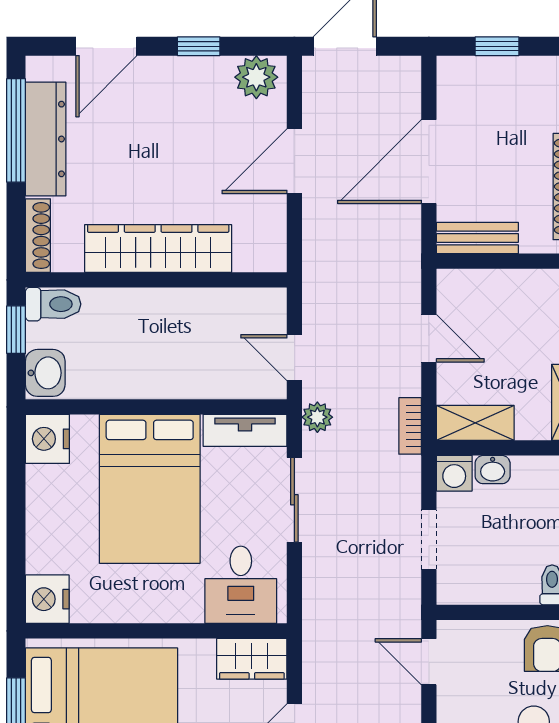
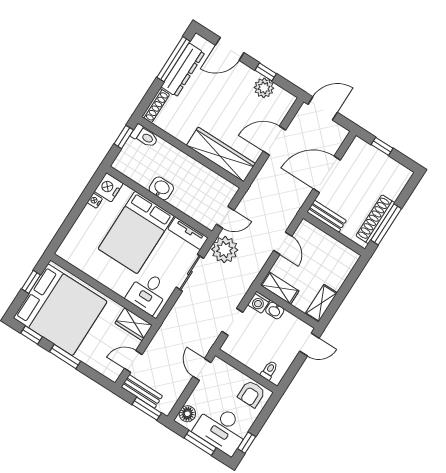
plant: (256, 77) -> (264, 88), moved
wardrobe: (158, 248) -> (221, 154), moved
door: (294, 358) -> (225, 217), swing flipped
washbasin: (45, 373) -> (161, 188), moved, turned -90
plant: (317, 417) -> (225, 250), width x1.87, depth x1.87
bookcase: (410, 426) -> (253, 273), removed
nightstand: (47, 599) -> (95, 201), moved, width x0.53, depth x0.56

